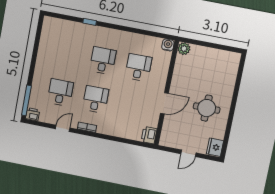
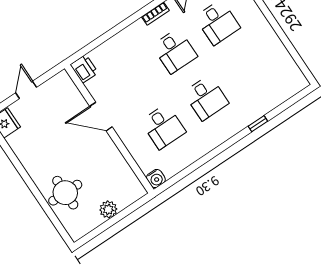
plant: (184, 49) -> (108, 209), moved
door: (164, 103) -> (101, 117), hinge flipped
round table: (207, 108) -> (65, 193), moved

